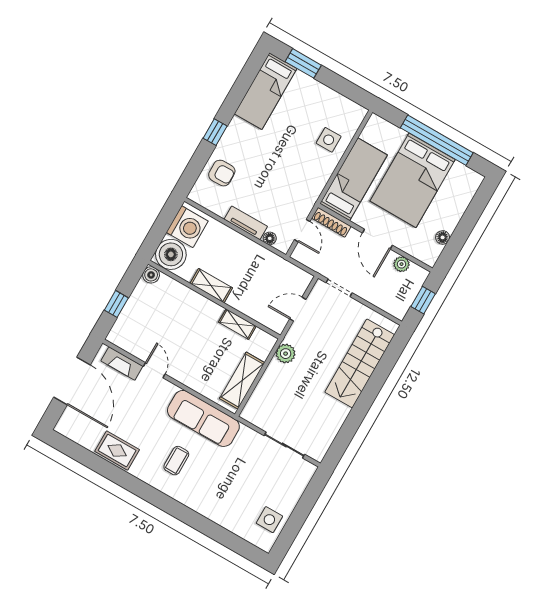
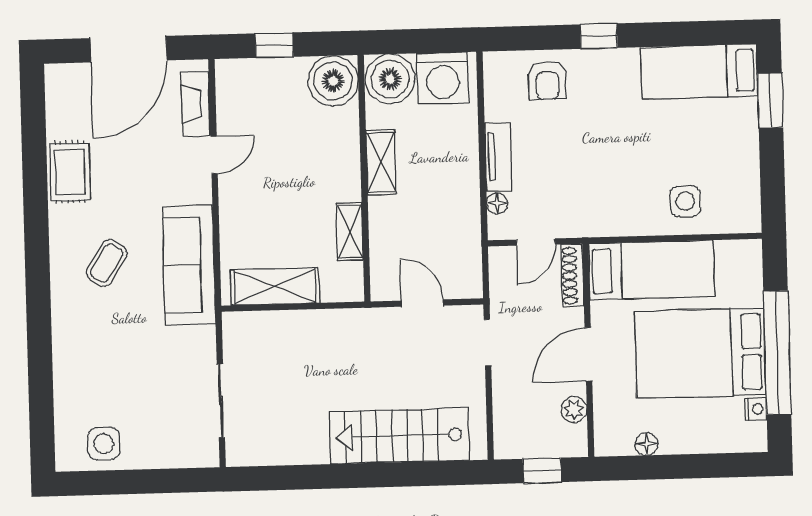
nightstand: (459, 169) -> (756, 409), added
boiler: (151, 275) -> (333, 81), width x1.86, depth x1.86
plant: (286, 354) -> (350, 324), removed
coffee table: (176, 461) -> (107, 263), turned -58

